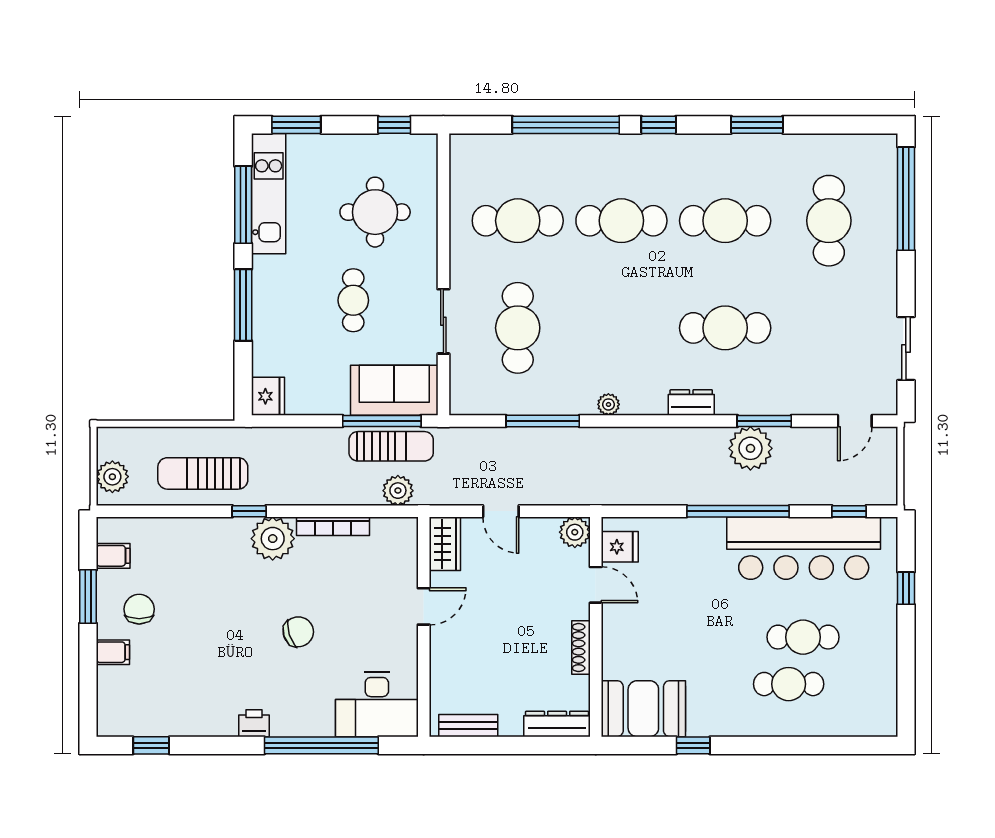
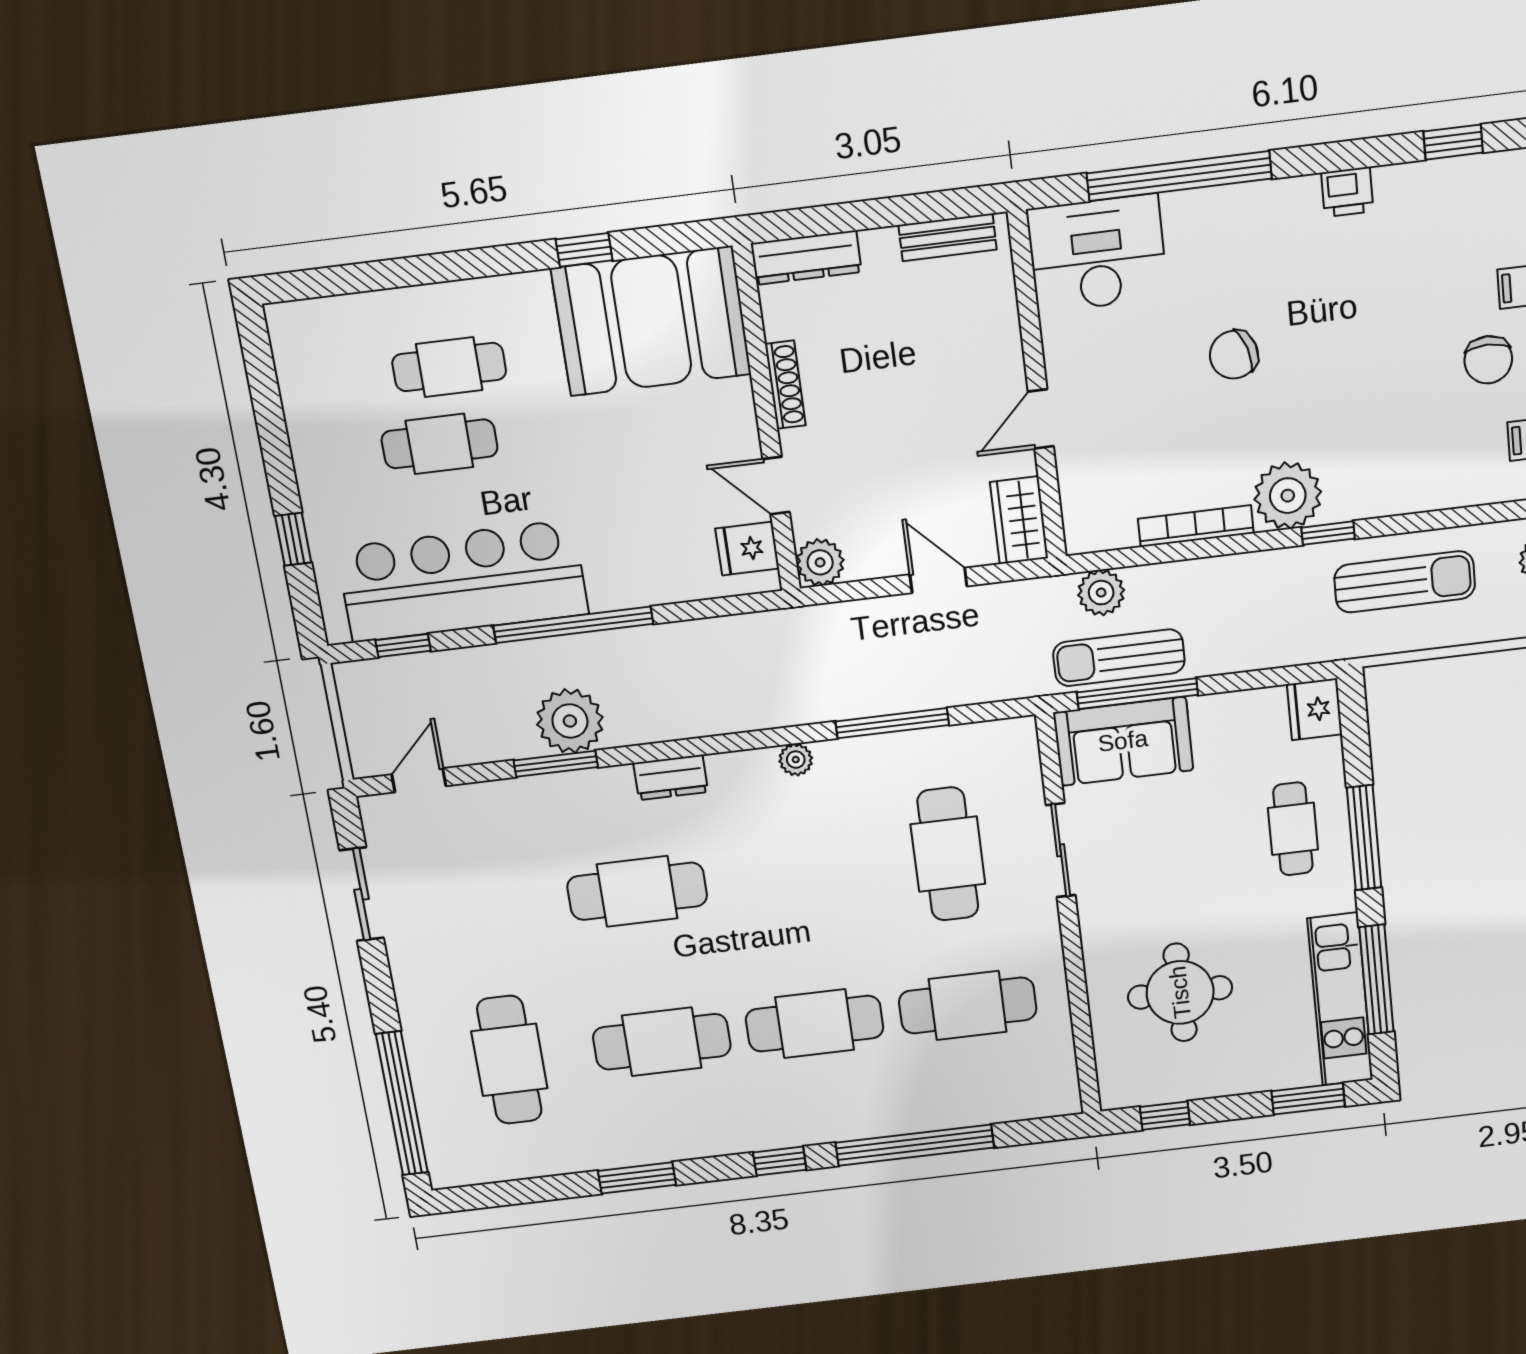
cafe table: (353, 300) -> (1293, 829), moved
booth: (643, 709) -> (651, 321), width x1.36, depth x1.42
printer: (254, 723) -> (1347, 192), moved

